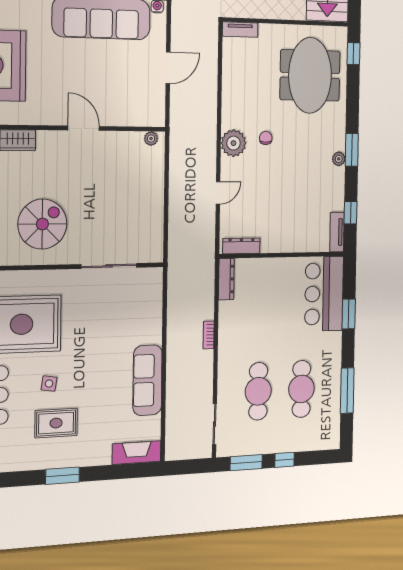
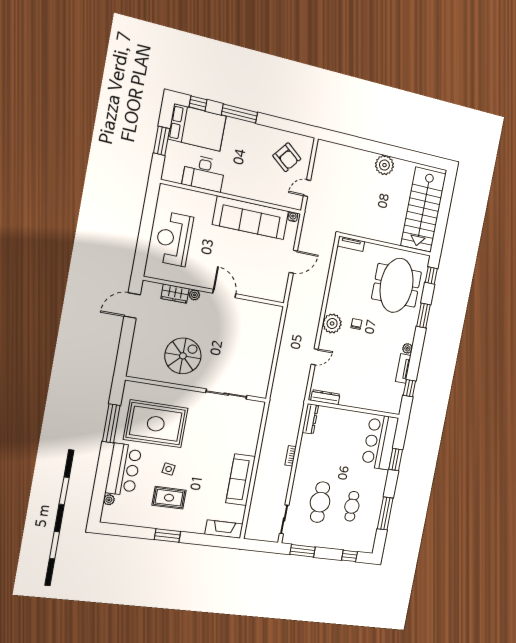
plant: (151, 138) -> (194, 295), moved
window: (352, 150) -> (423, 315), moved
tv unit: (337, 232) -> (403, 368), moved
cafe table: (301, 389) -> (352, 506), width x0.73, depth x0.74
window: (285, 460) -> (349, 556), moved

